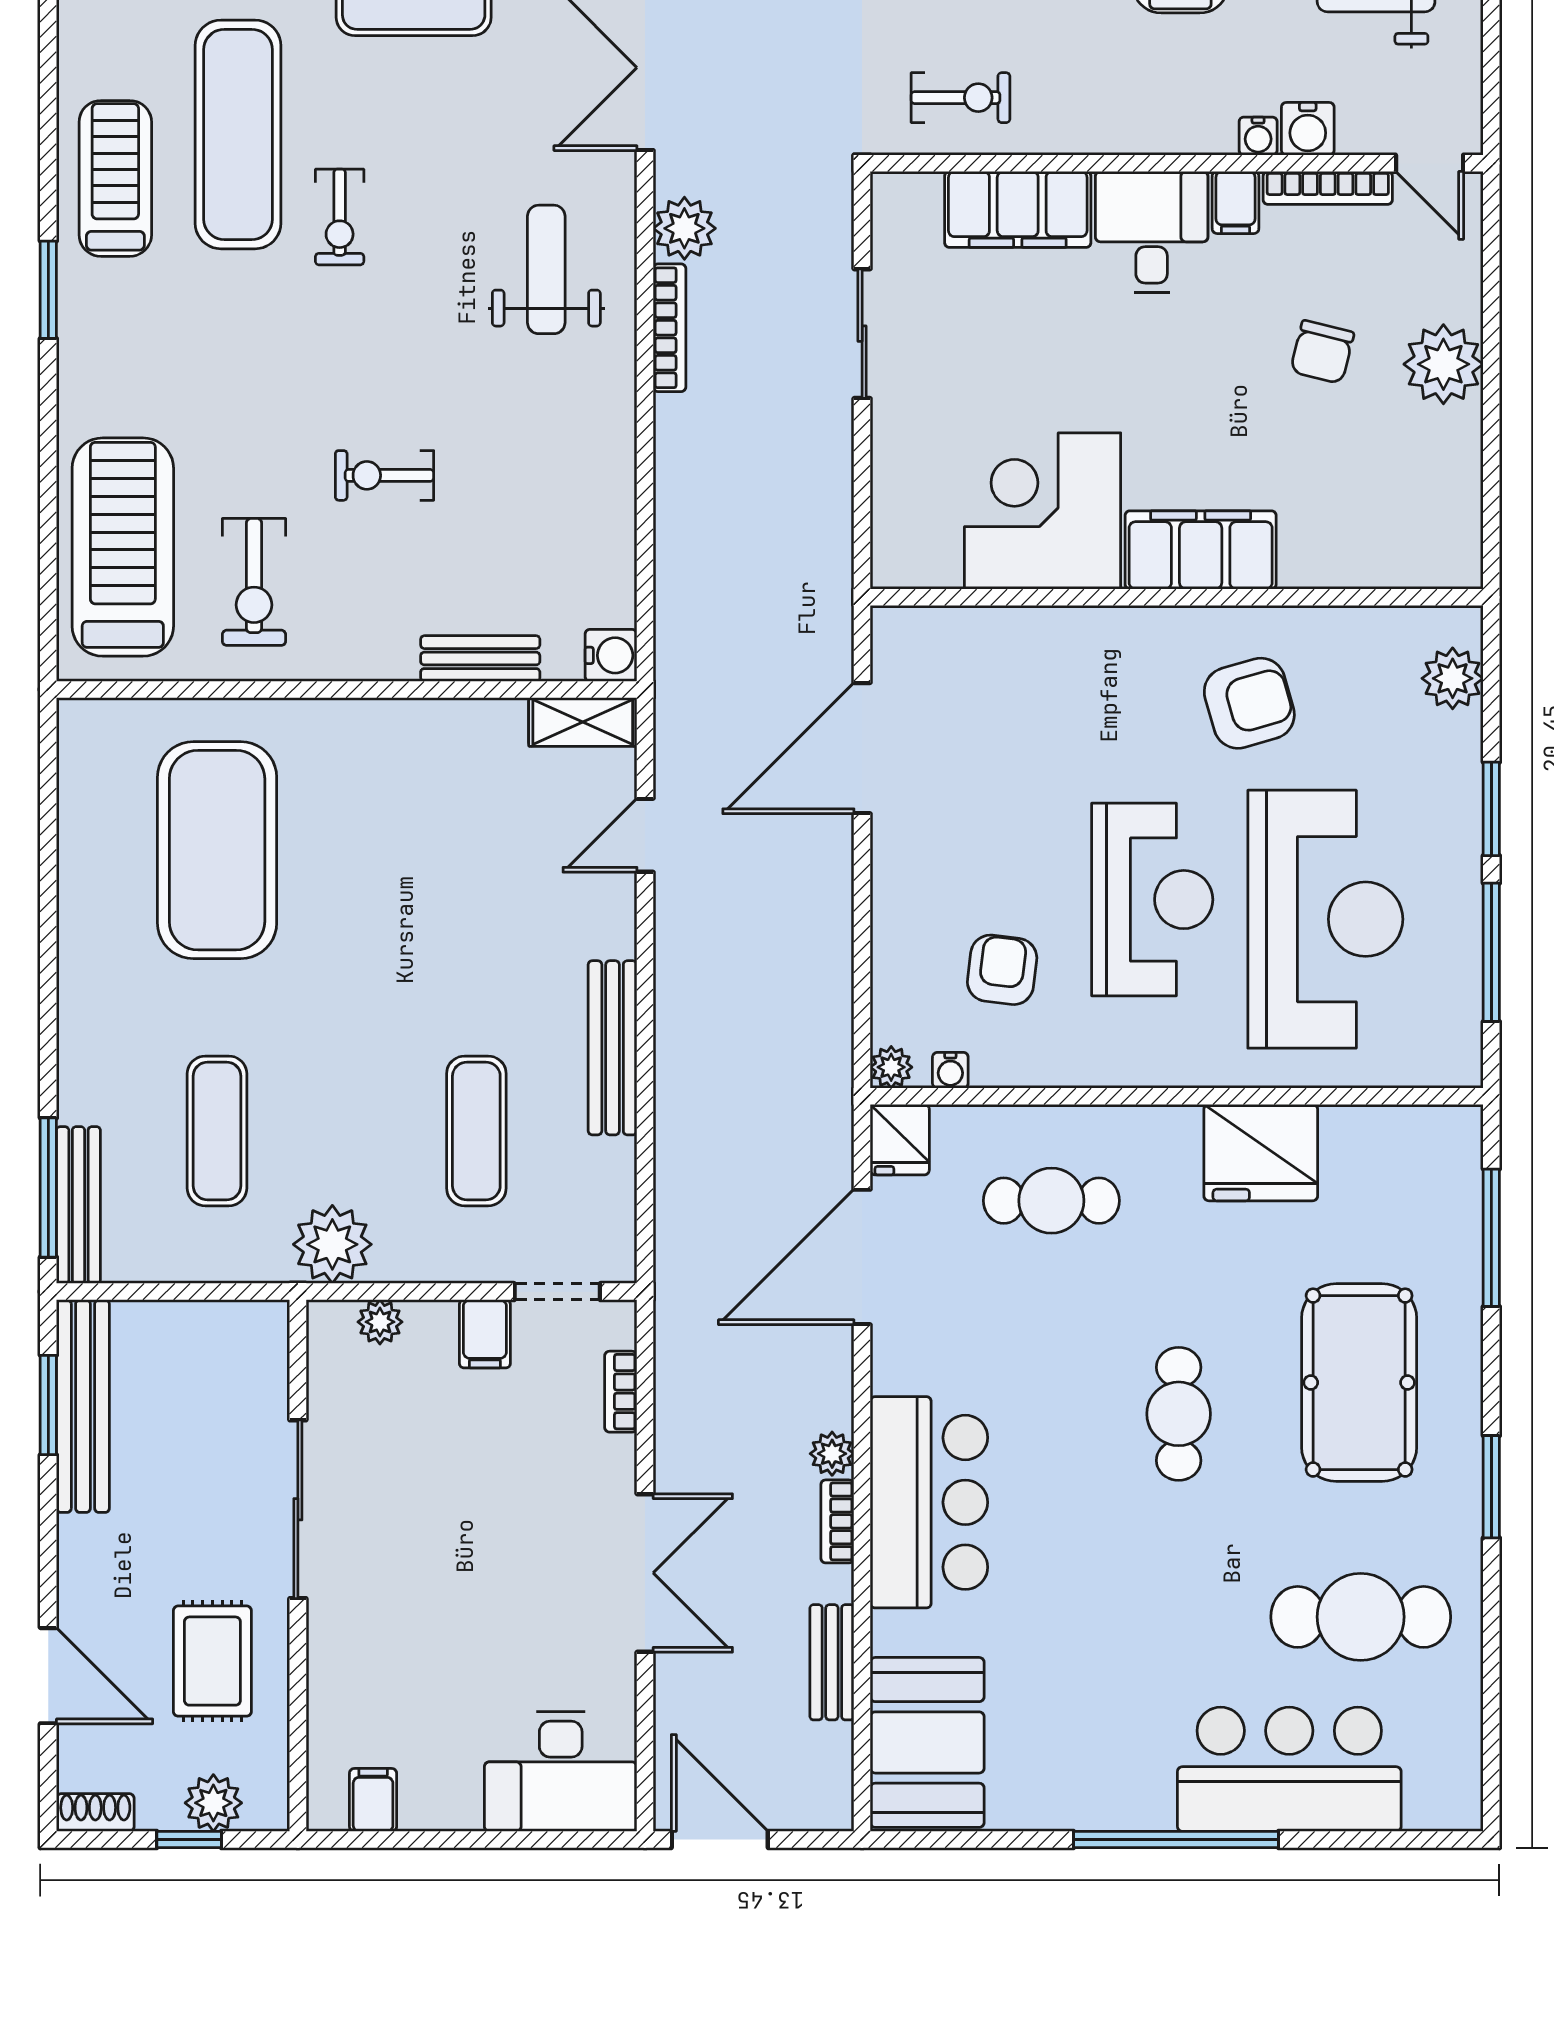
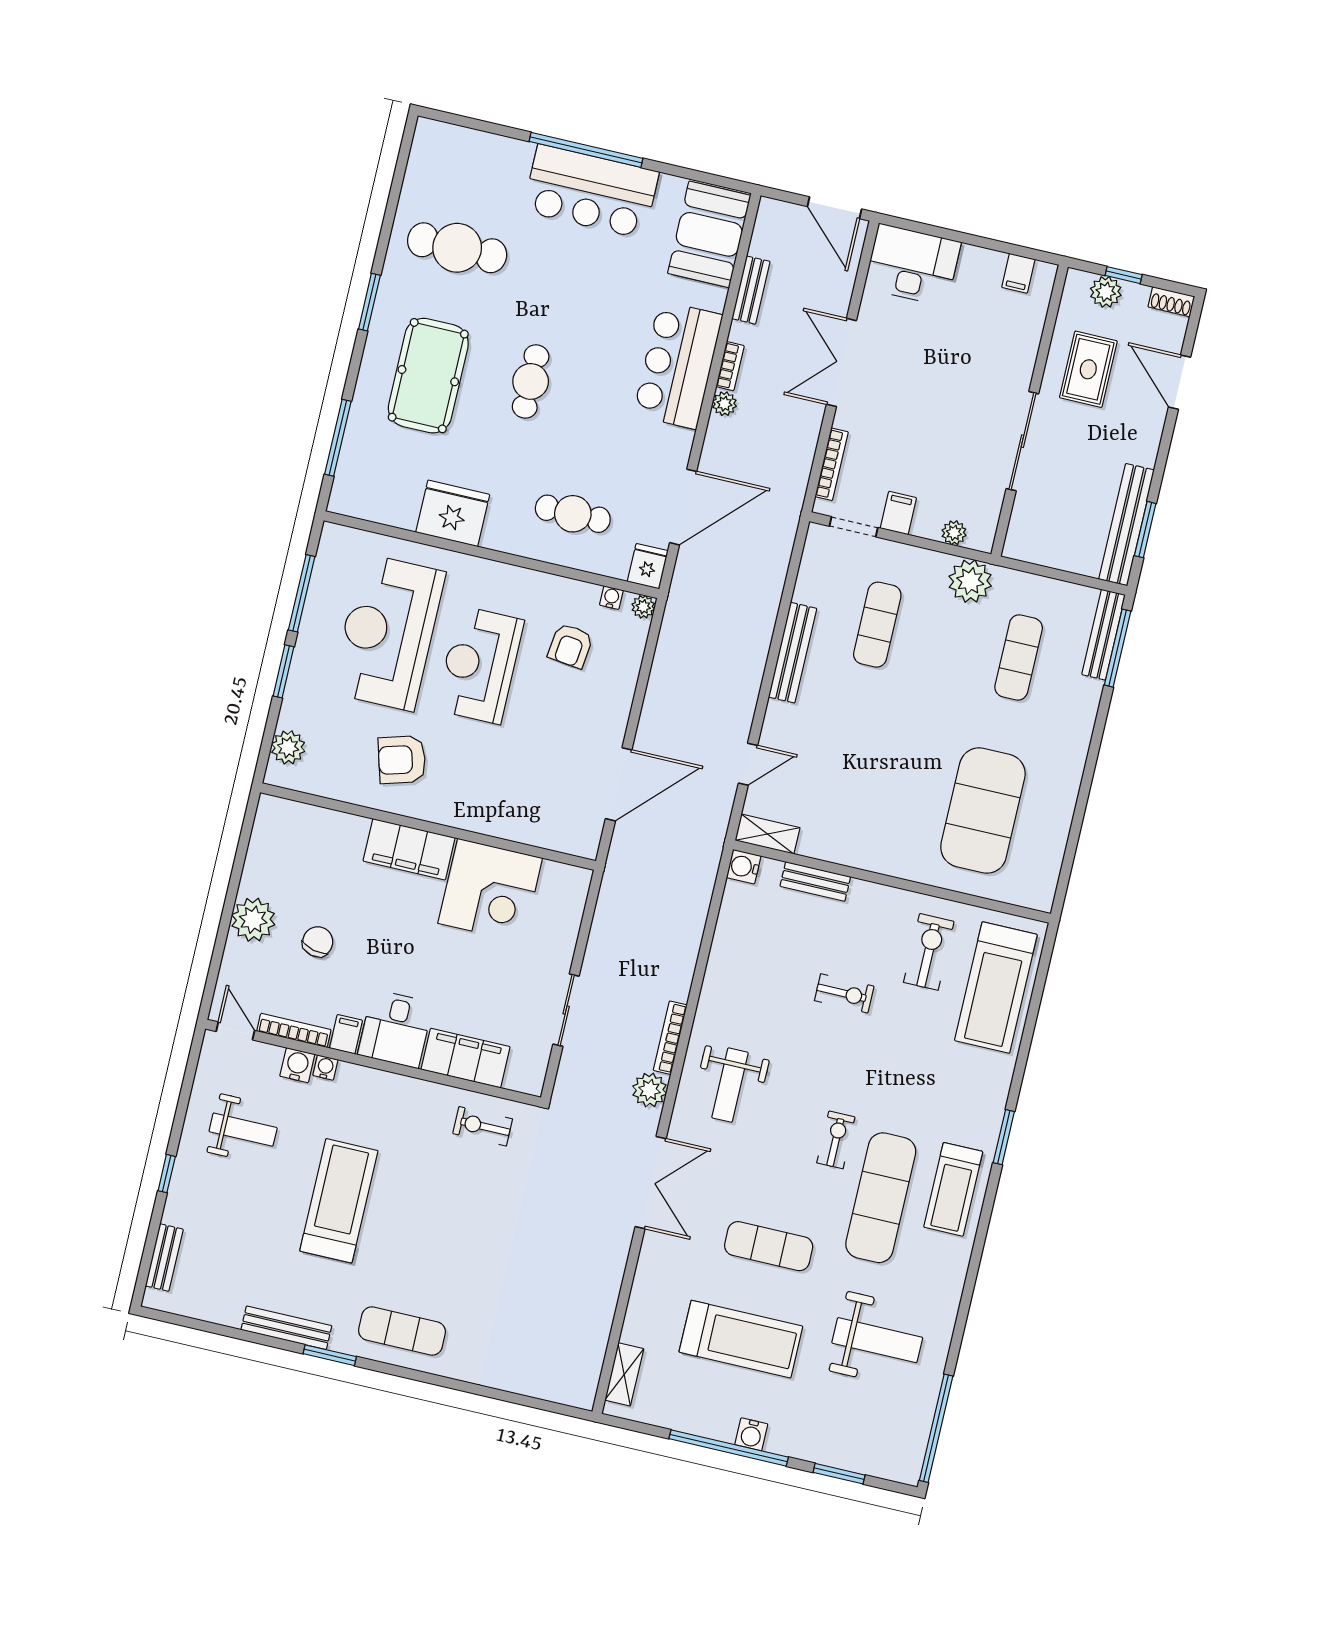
bookcase: (621, 1392) -> (832, 464), width x1.56
bar counter: (1289, 1769) -> (591, 191), moved

